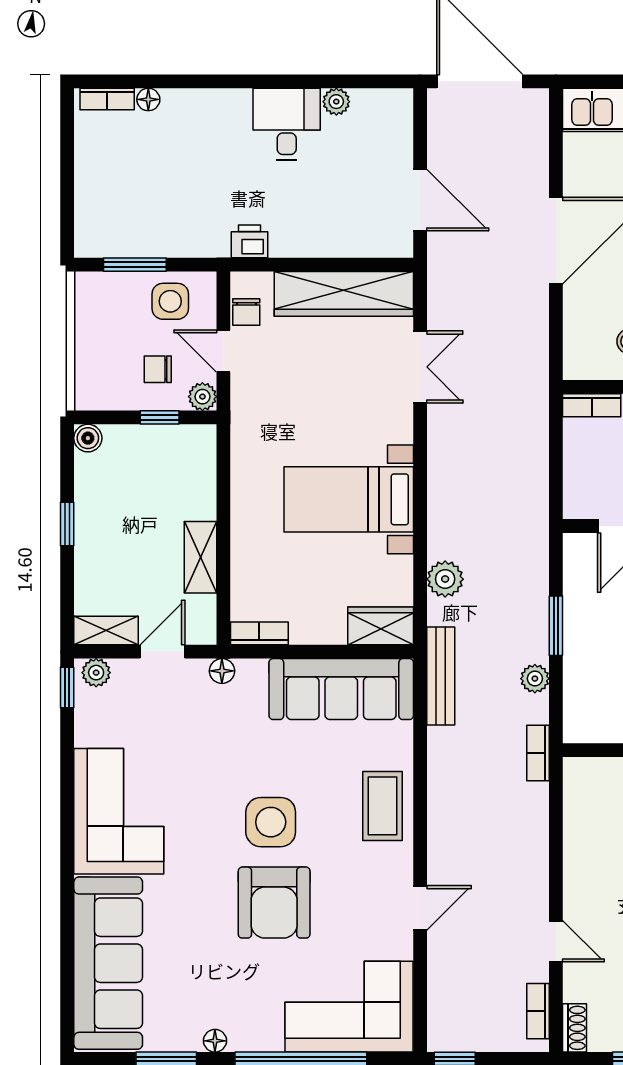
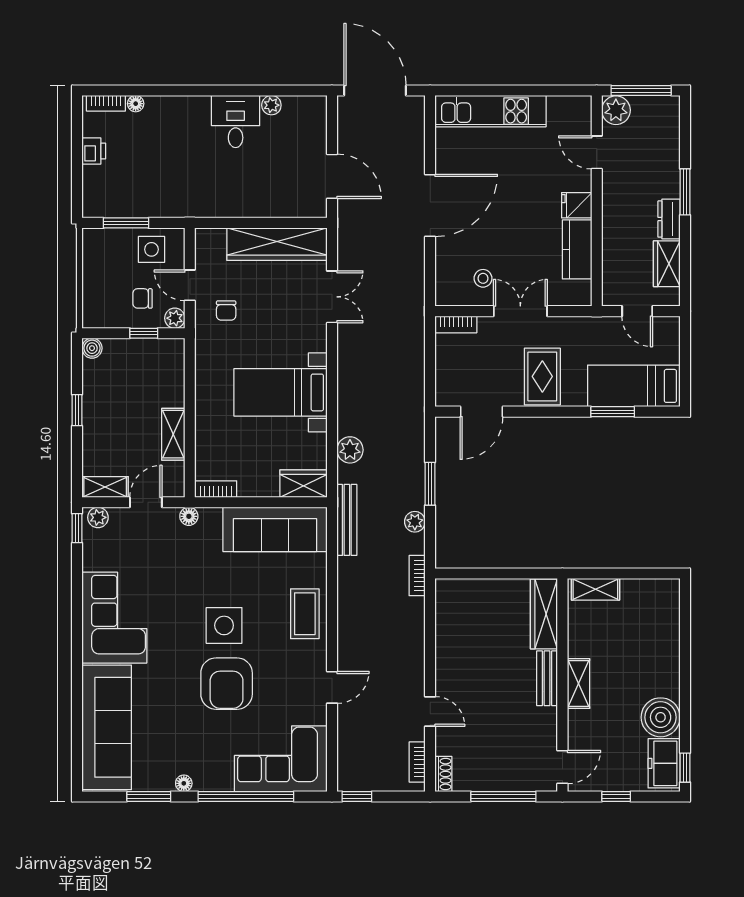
printer: (249, 241) -> (94, 151), moved, turned 90
chair: (246, 312) -> (226, 311), moved

